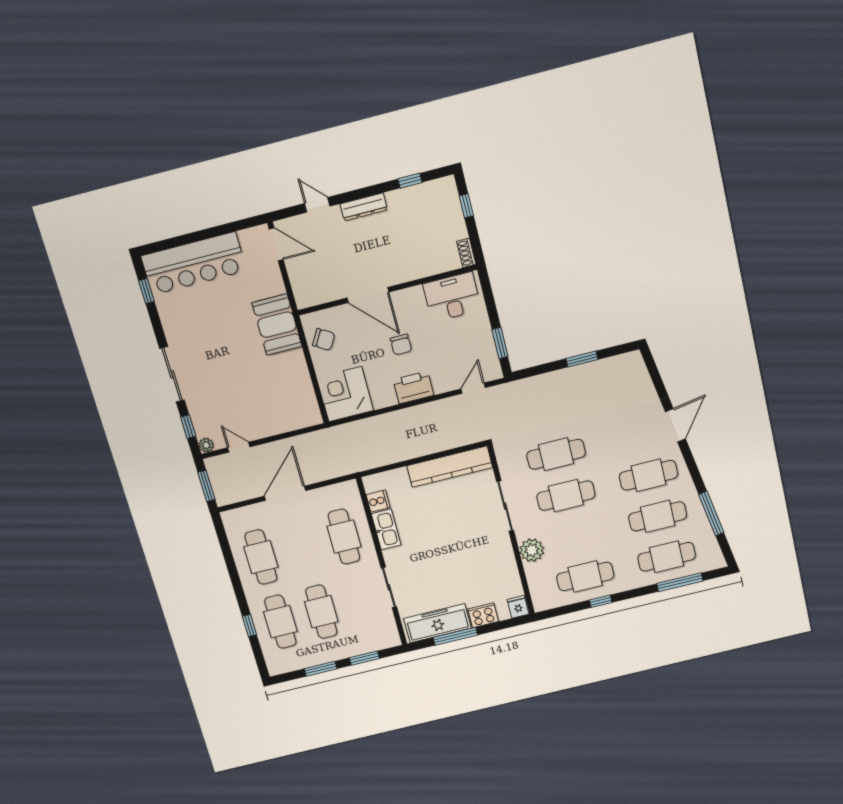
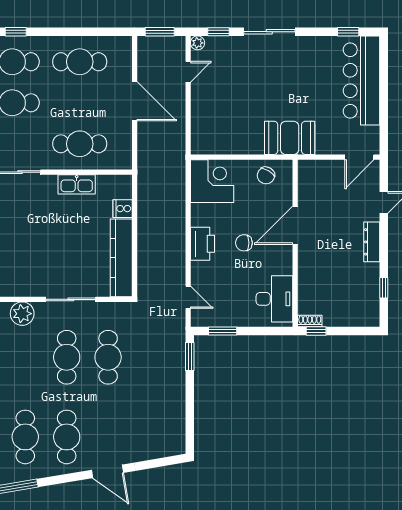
window: (466, 206) -> (316, 331), moved
window: (582, 359) -> (190, 357), moved
cooker: (378, 501) -> (123, 209), moved, turned 90

